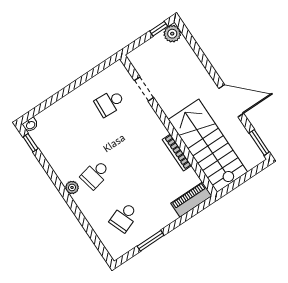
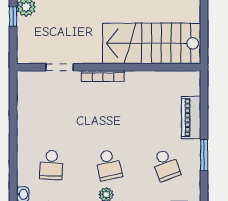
school desk: (110, 103) -> (51, 165), moved
bookcase: (177, 152) -> (103, 76), moved
piano: (191, 200) -> (191, 118), moved

